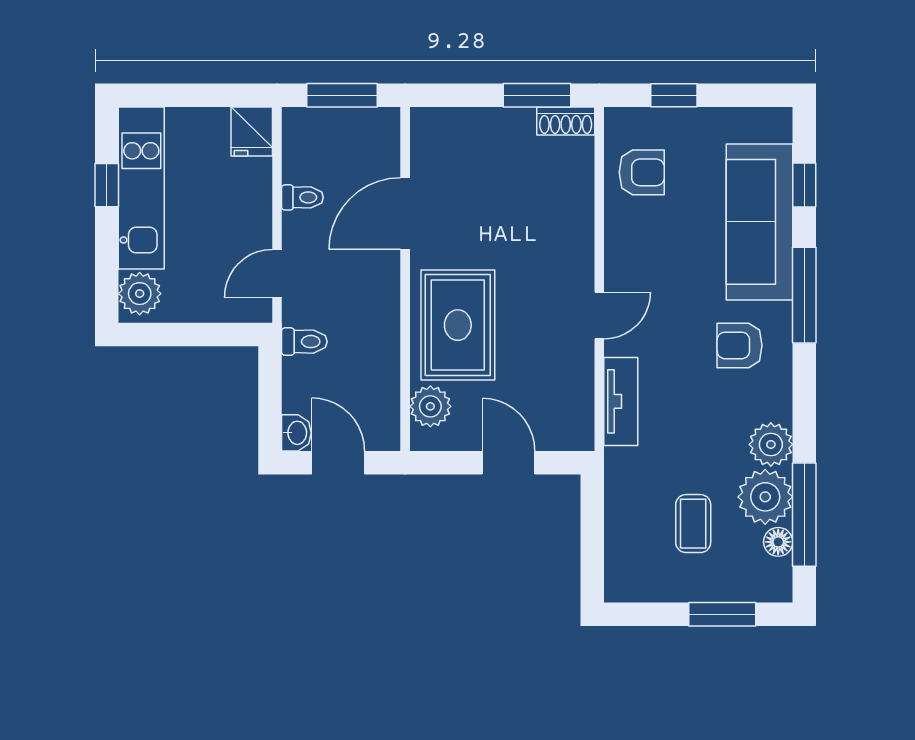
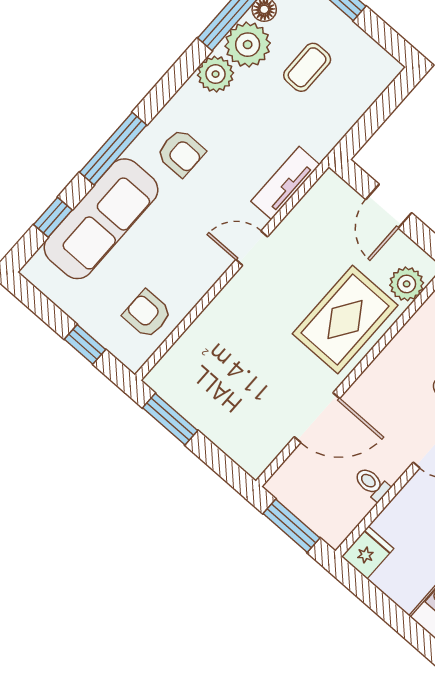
shoe rack: (566, 121) -> (166, 387), removed

